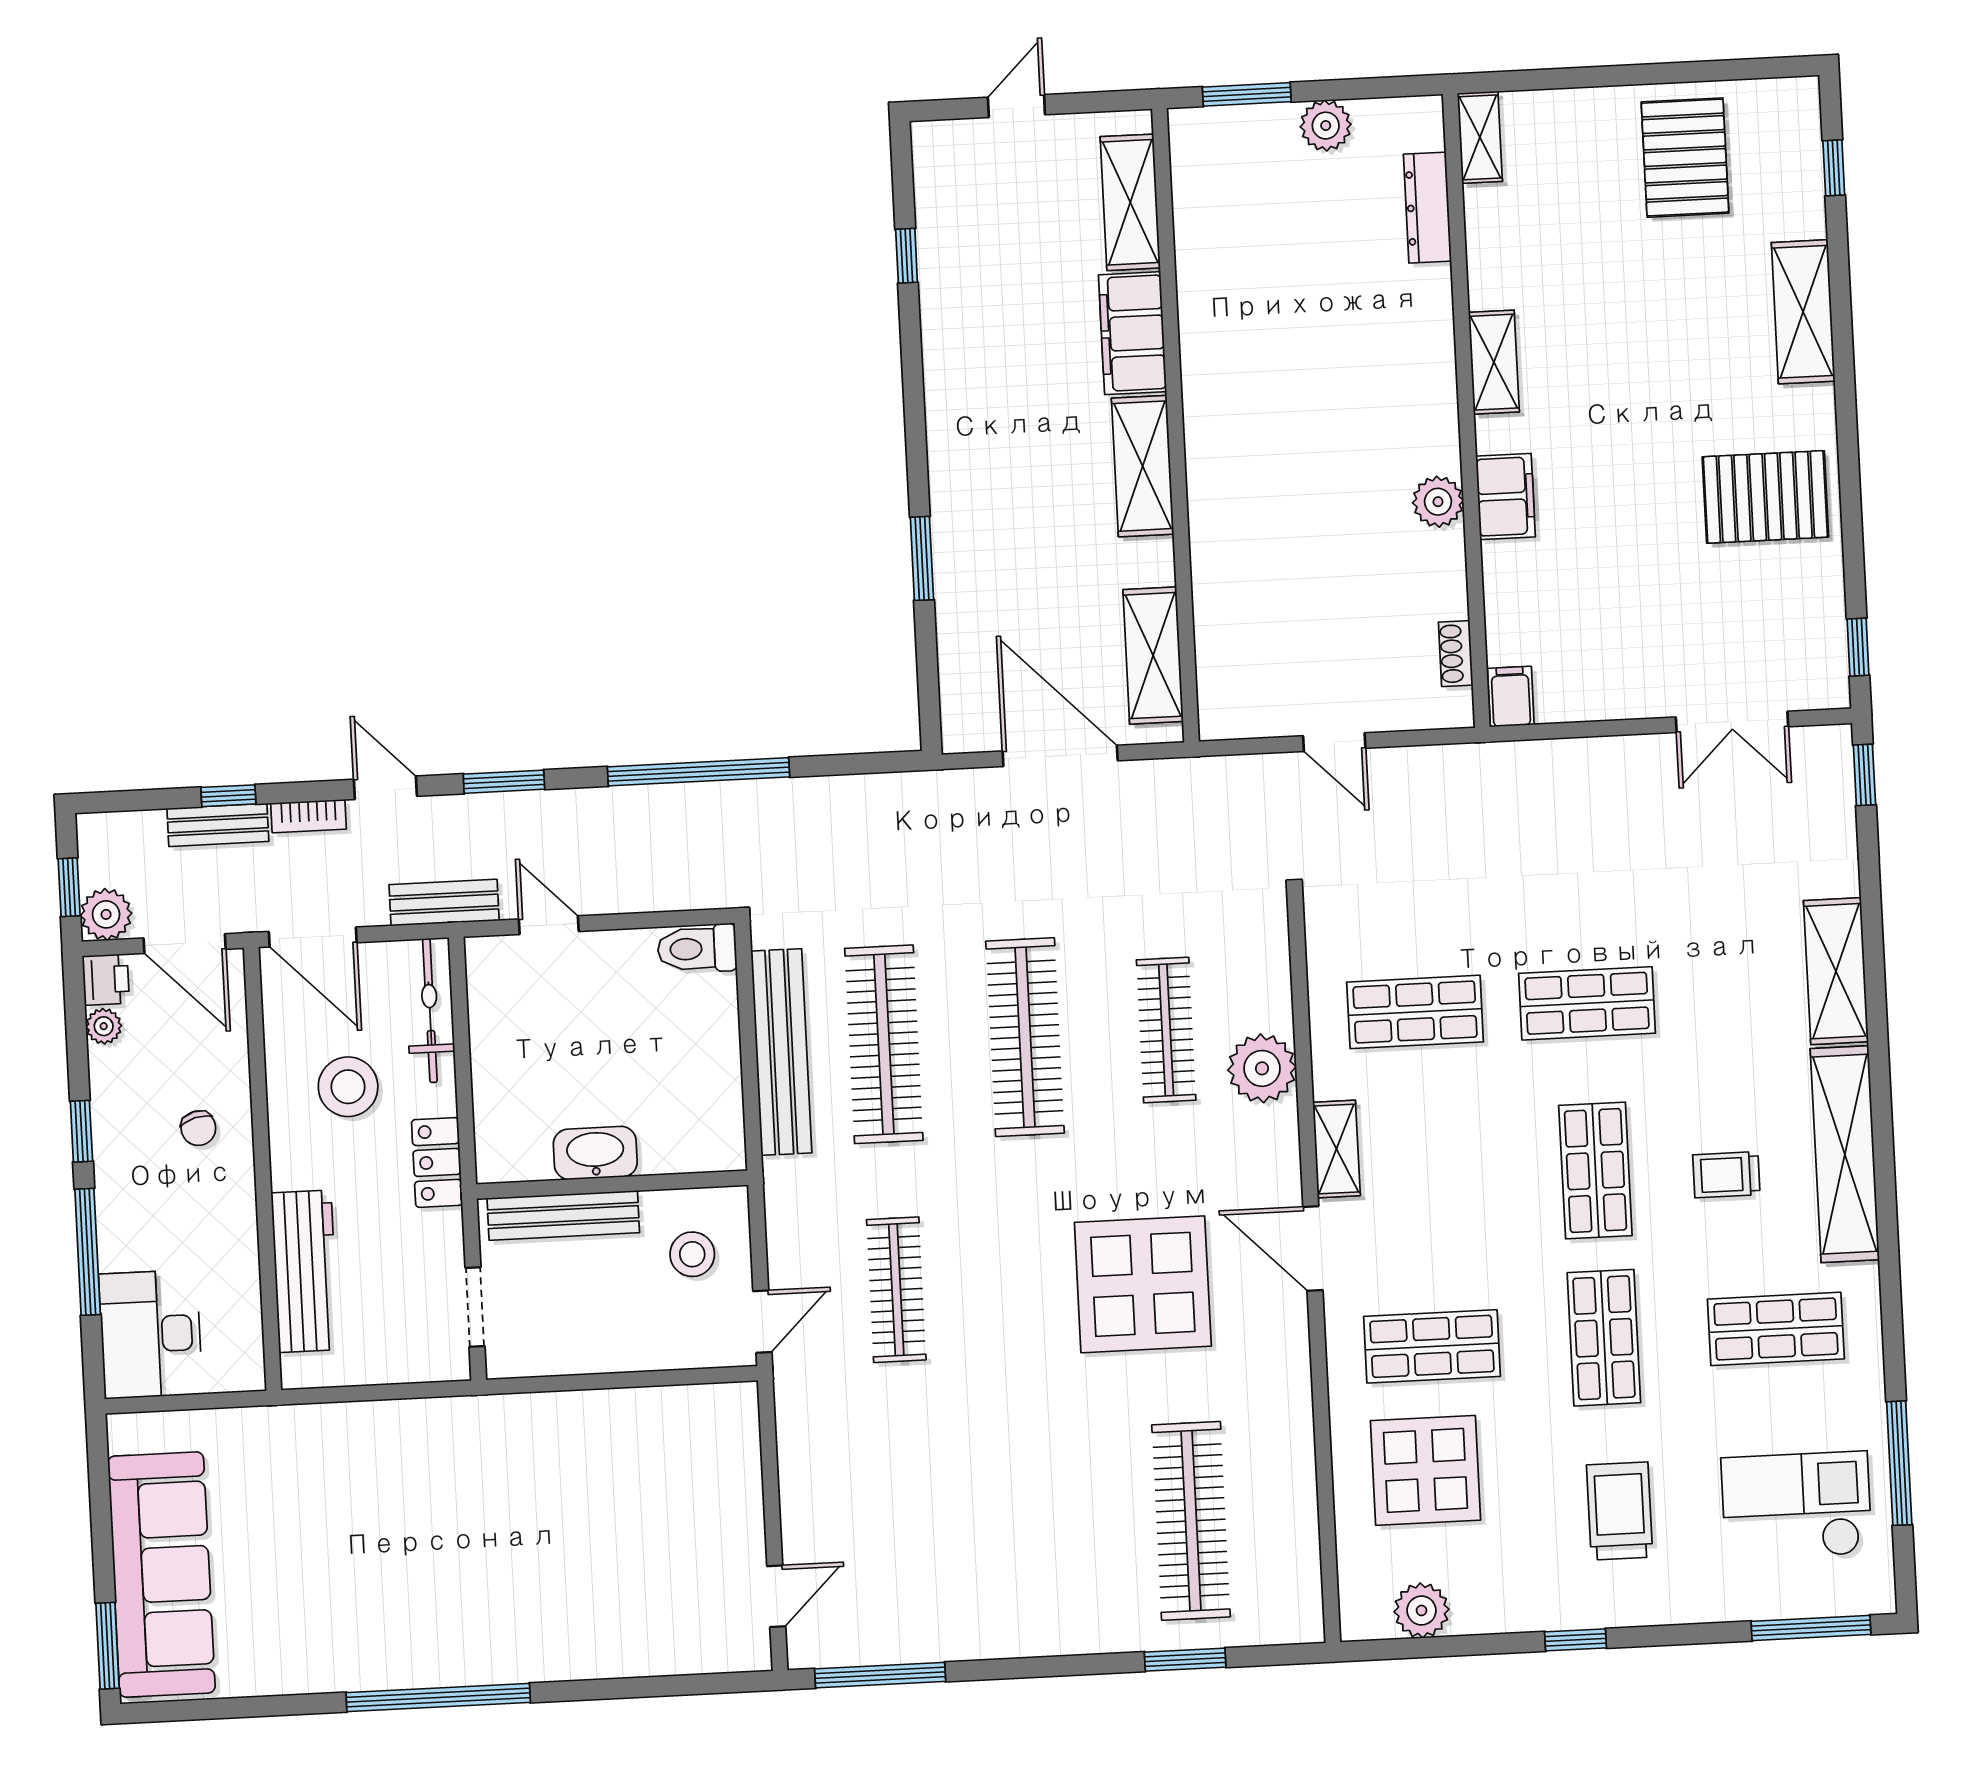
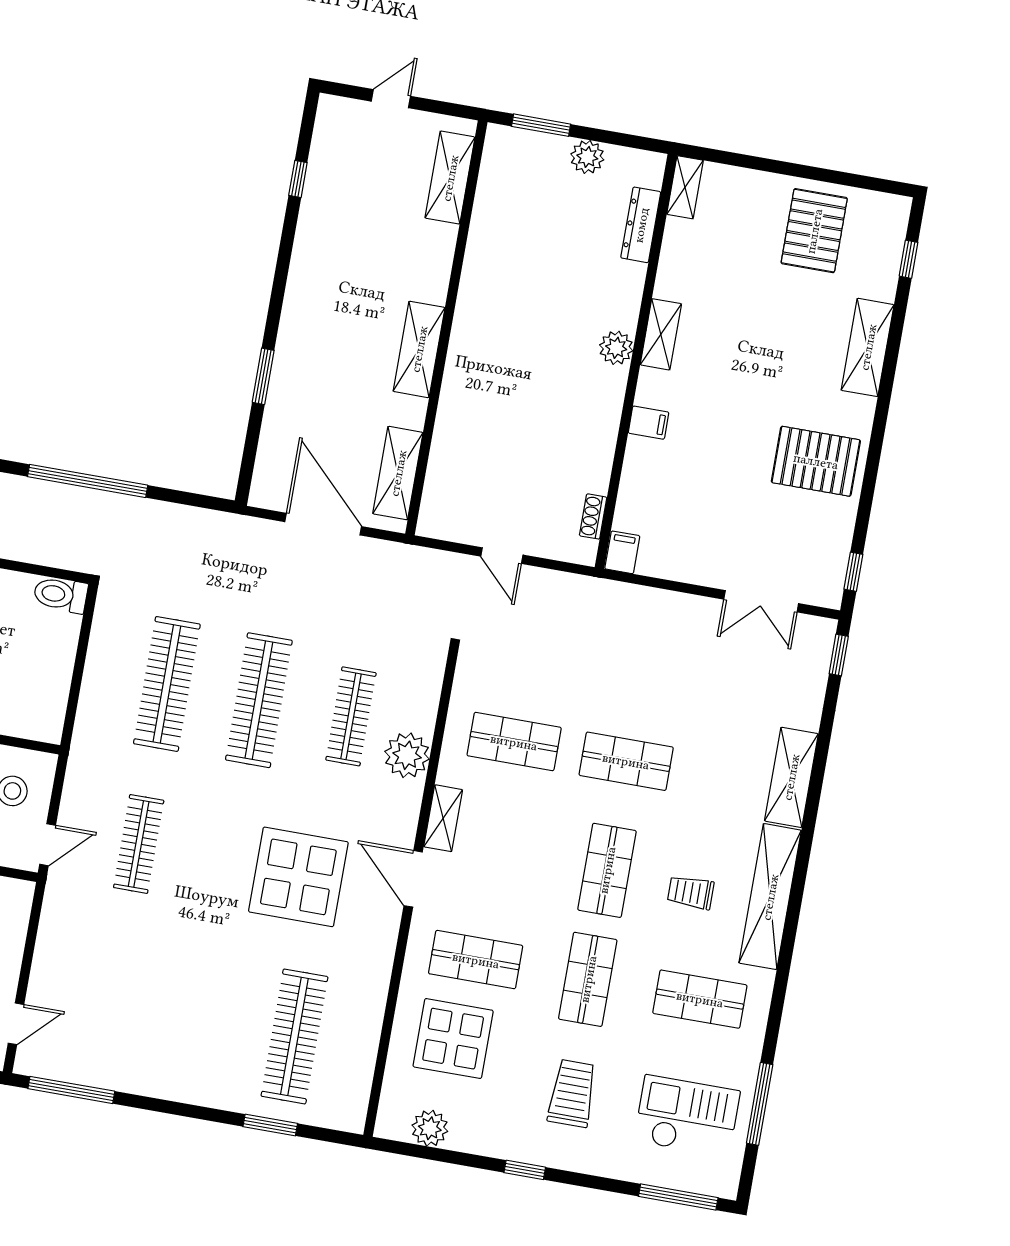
filing cabinet: (1133, 333) -> (432, 262), removed
filing cabinet: (1506, 497) -> (648, 423), width x0.50
plant: (1438, 502) -> (616, 348), moved
bench: (781, 1052) -> (100, 674), removed

